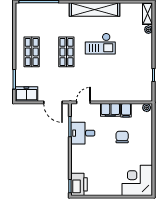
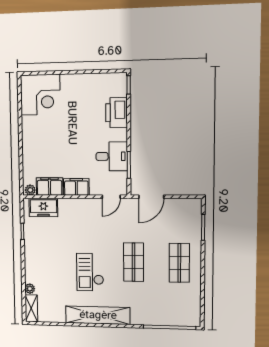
checkout: (100, 44) -> (90, 272), turned -90
freezer: (26, 94) -> (43, 207), moved
door: (53, 102) -> (151, 197), swing flipped
filing cabinet: (126, 110) -> (50, 187), width x2.00
chair: (122, 137) -> (61, 152), removed
printer: (79, 184) -> (117, 113), moved

